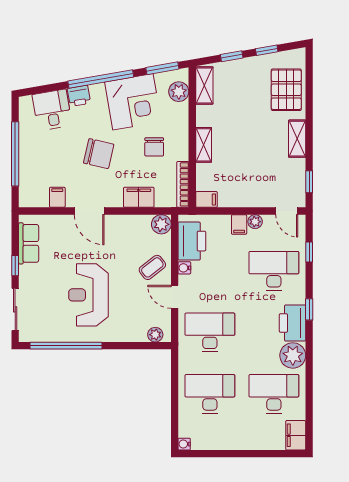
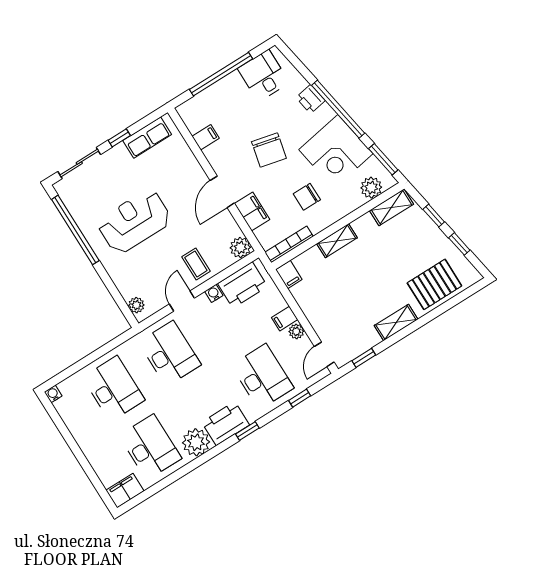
desk: (52, 110) -> (263, 76), moved, turned -80
door: (89, 211) -> (222, 192), moved
coffee table: (152, 267) -> (196, 264), turned 38

